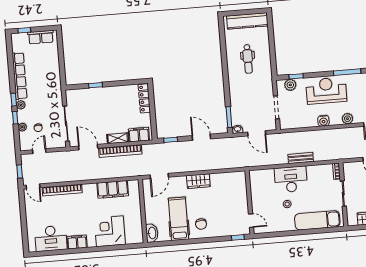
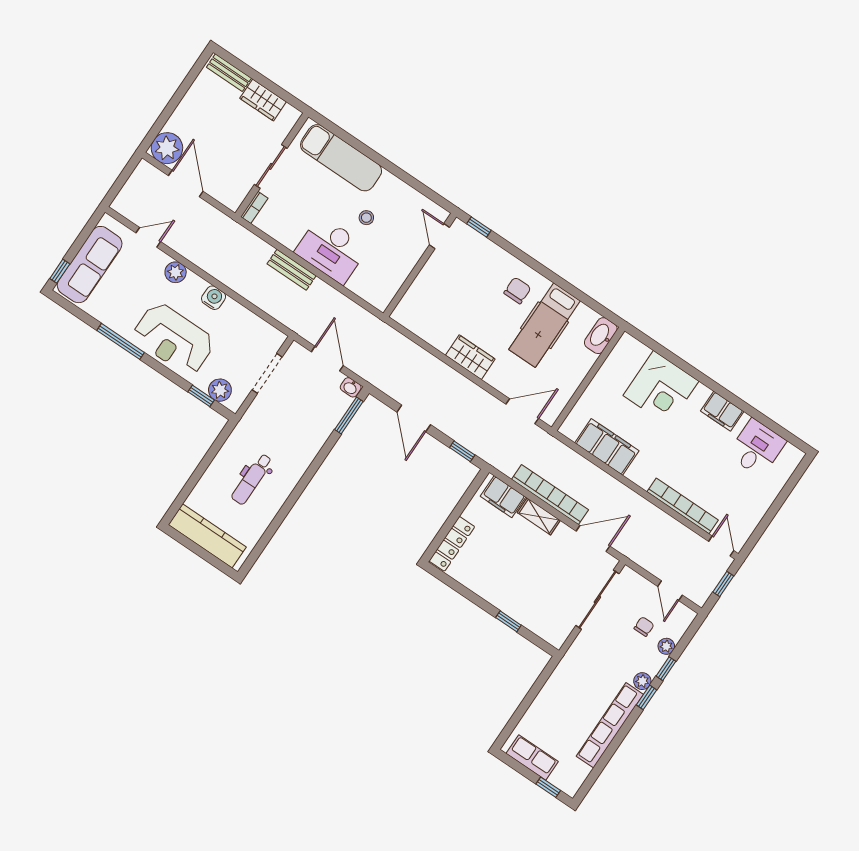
dental chair: (248, 59) -> (252, 479), turned 180
door: (88, 147) -> (593, 539), swing flipped
door: (39, 151) -> (670, 591), hinge flipped
desk: (51, 238) -> (757, 448), width x0.73

